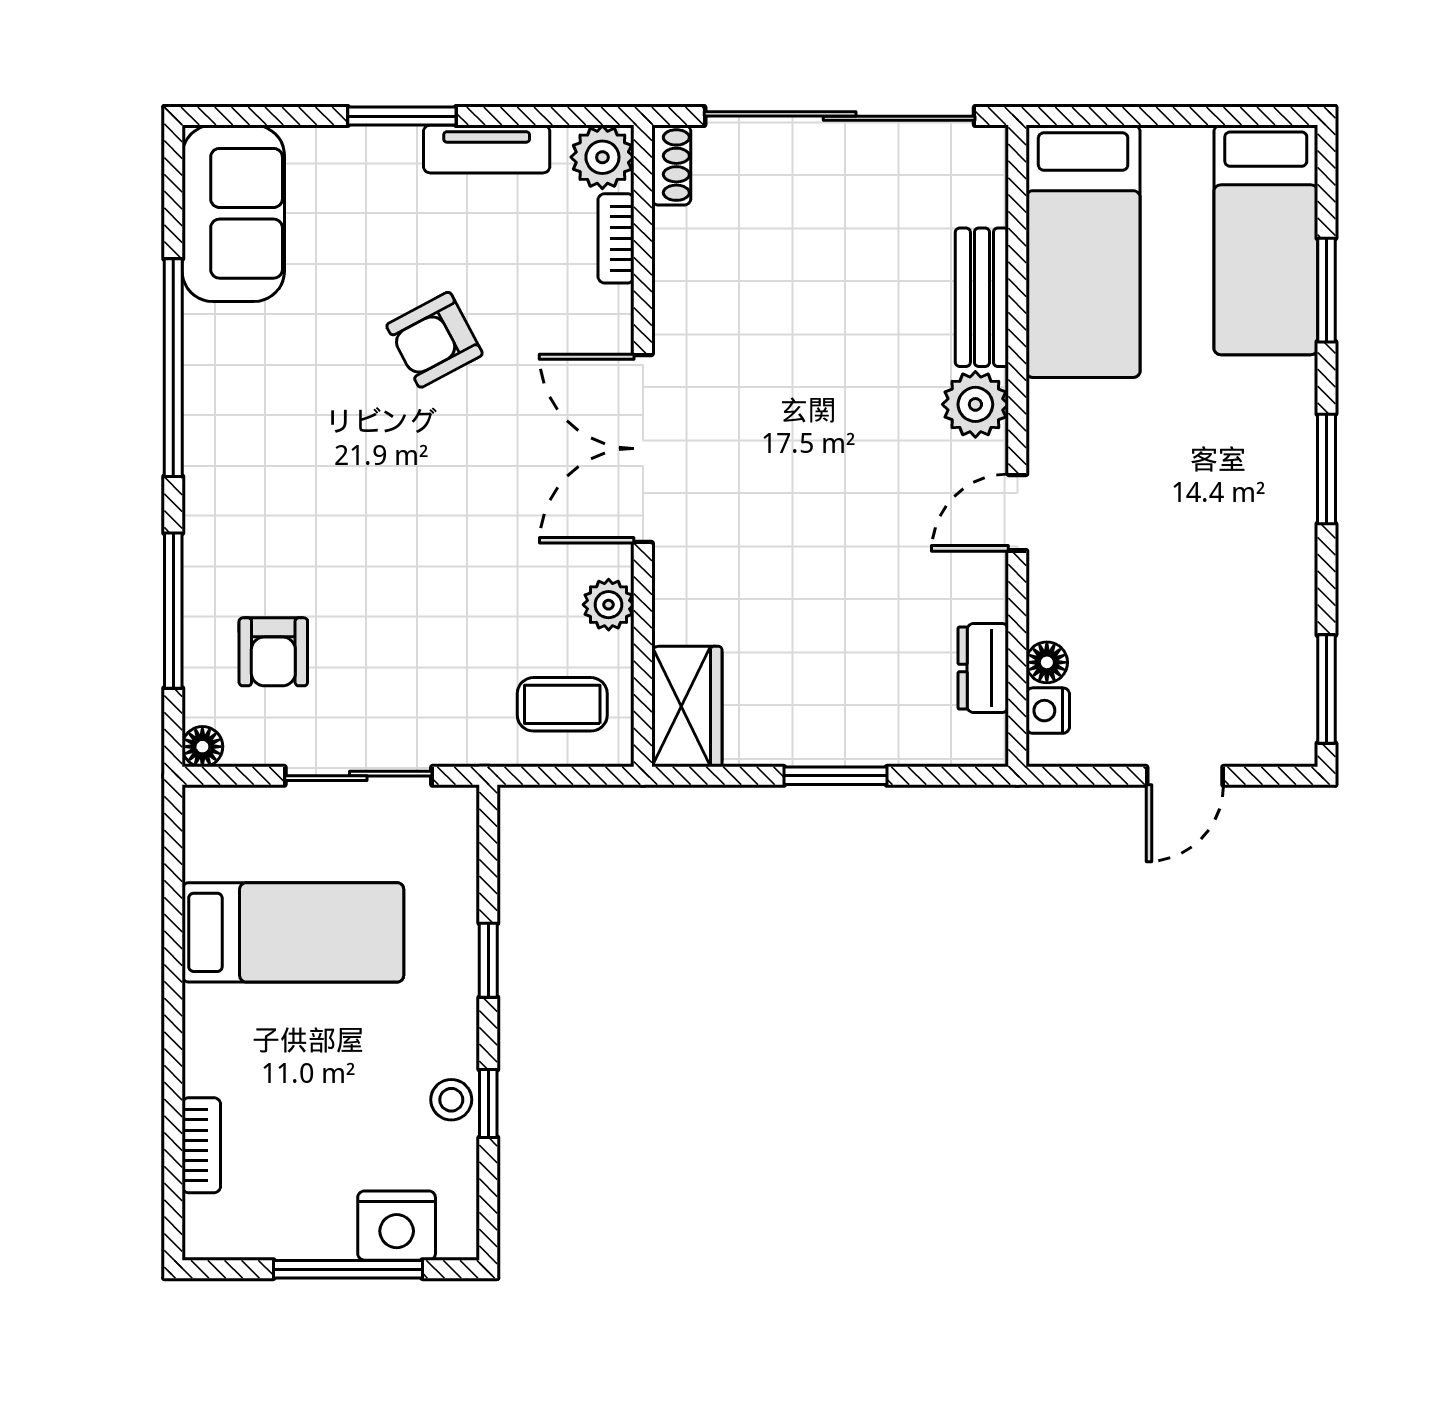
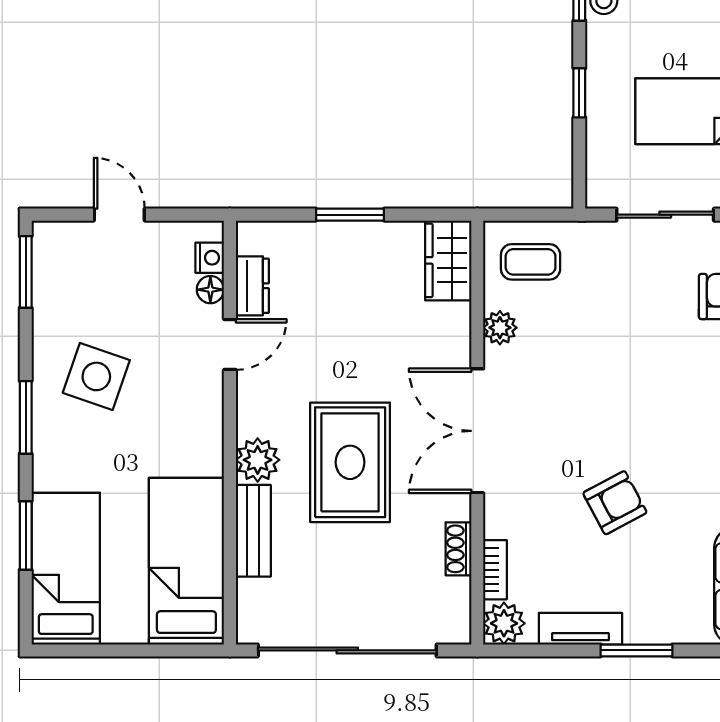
shoe rack: (671, 165) -> (458, 549), moved
rug: (835, 401) -> (350, 462), added
double door: (643, 449) -> (477, 431), swing flipped
door: (1017, 513) -> (230, 344), moved
side table: (1219, 531) -> (96, 376), added
door: (1185, 776) -> (119, 215), hinge flipped

